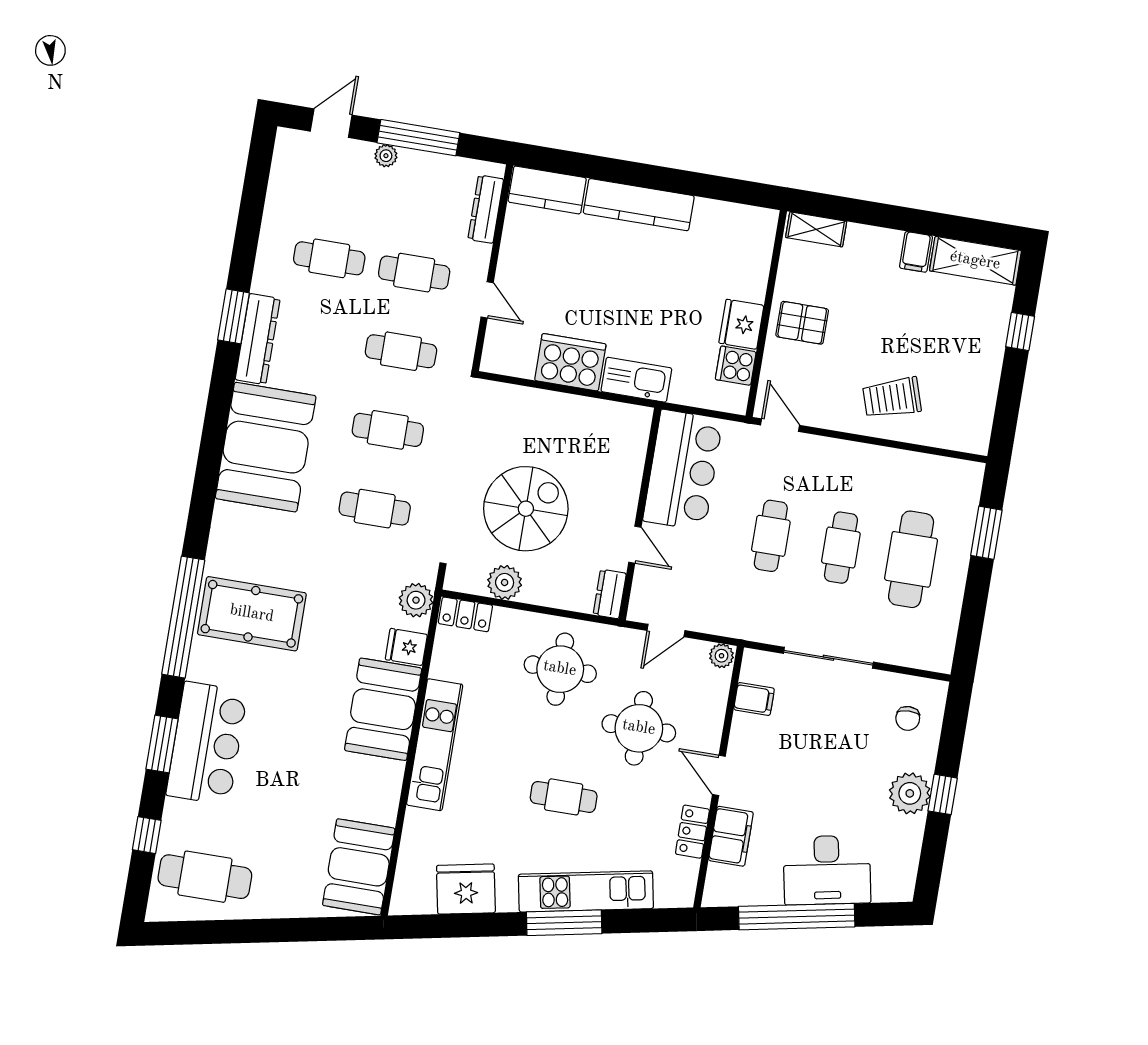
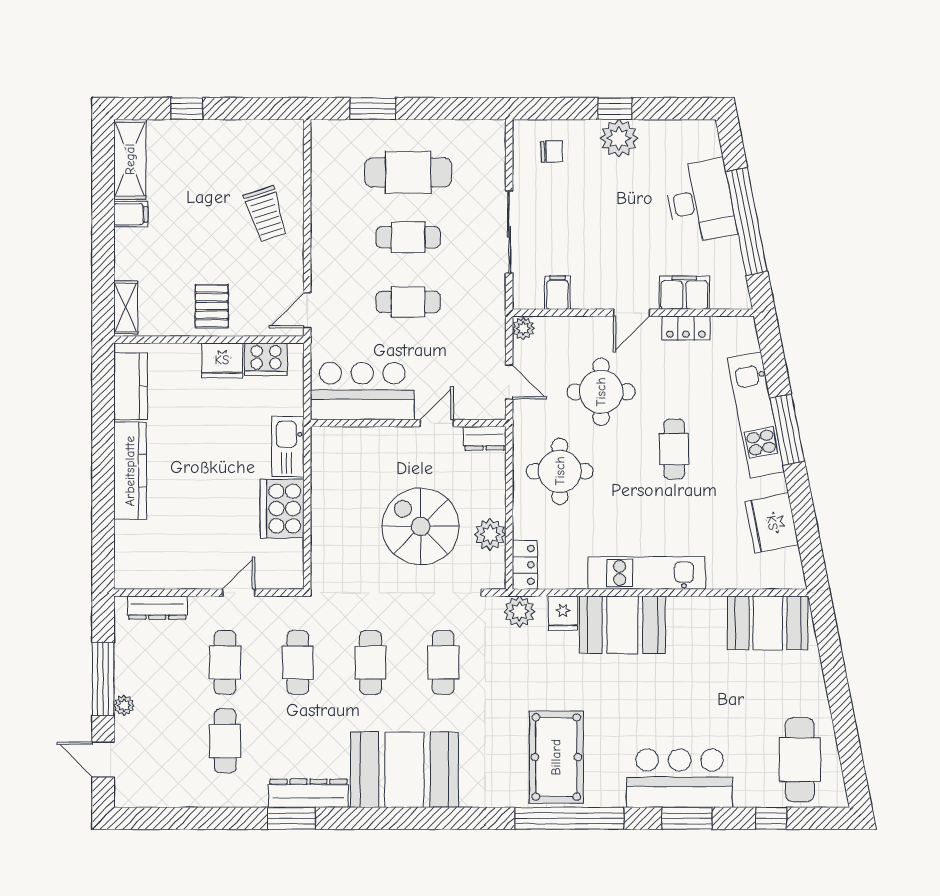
kitchen counter: (547, 190) -> (131, 386), moved
cooker: (736, 366) -> (266, 359), width x1.36

